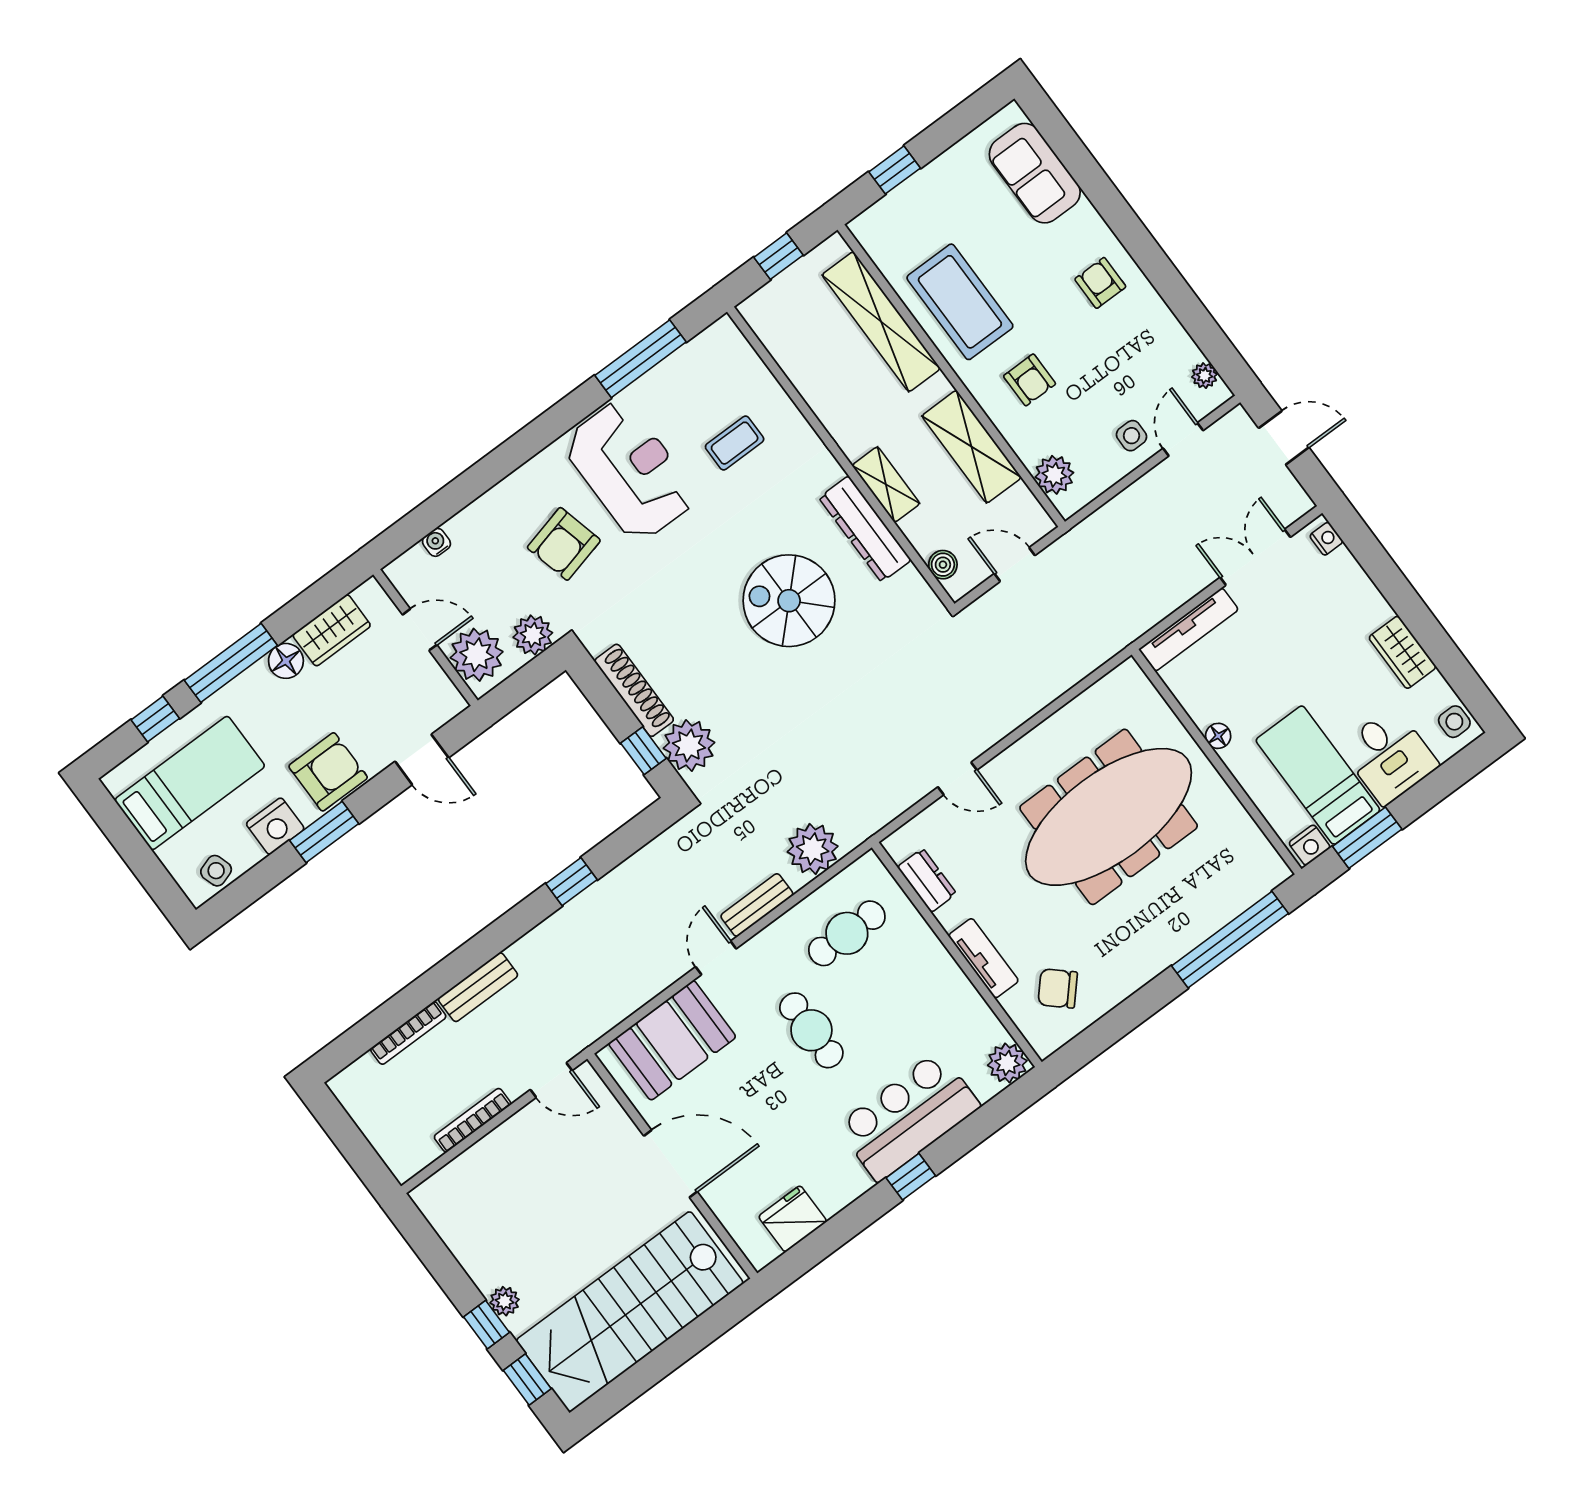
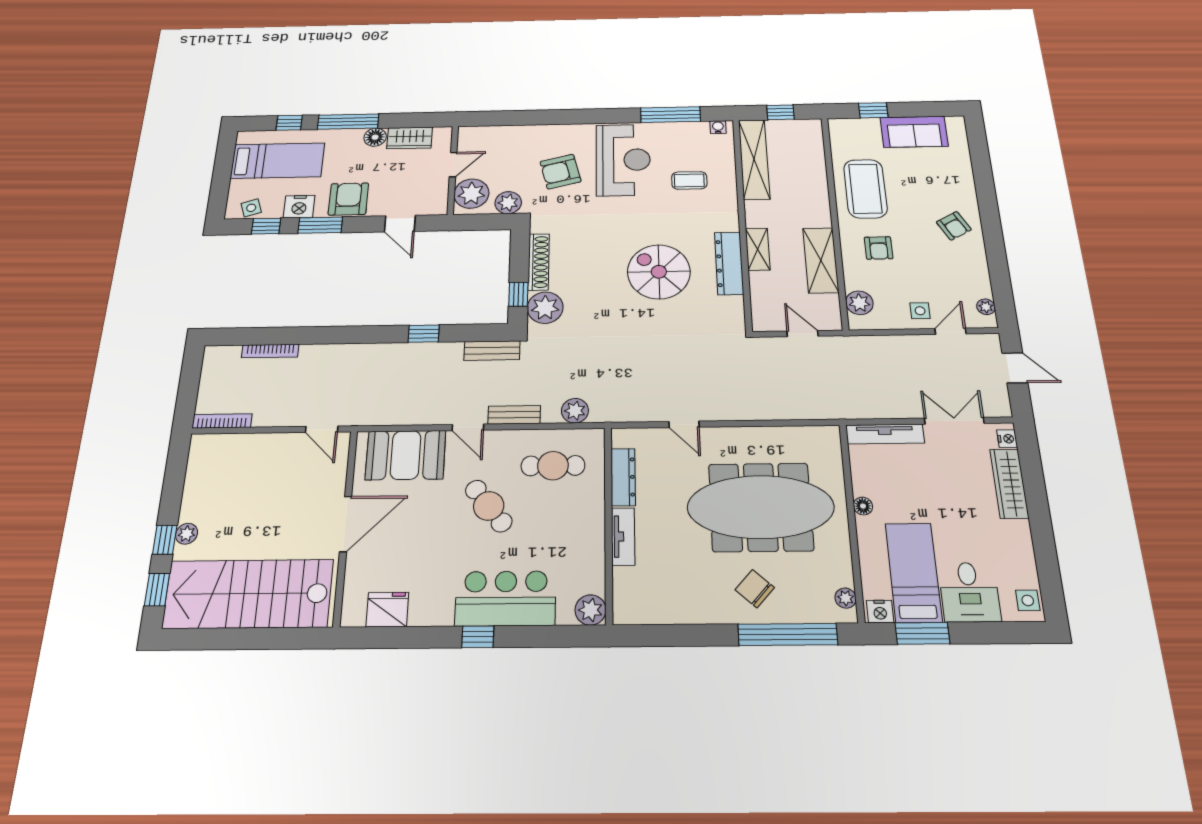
sofa: (1035, 173) -> (914, 132), moved, turned -90
armchair: (1100, 283) -> (954, 226), turned 151
shelving: (881, 322) -> (754, 159), moved
water cooler: (436, 542) -> (718, 127), moved
boiler: (943, 565) -> (760, 308), removed
door: (420, 630) -> (453, 165), hinge flipped
wardrobe: (1402, 652) -> (1009, 484), moved, width x1.50
armchair: (328, 772) -> (348, 199), turned -90
plant: (813, 849) -> (575, 411), width x0.73, depth x0.73
plant: (1265, 856) -> (846, 598), added
dresser: (927, 880) -> (623, 477), width x1.44
window: (258, 881) -> (266, 226), added
door: (716, 958) -> (468, 427), swing flipped
bench: (478, 987) -> (492, 351), moved
chair: (1058, 988) -> (755, 589), moved
cafe table: (811, 1030) -> (489, 506), turned -38
bookcase: (473, 1120) -> (222, 421), moved
door: (671, 1164) -> (346, 524), hinge flipped

